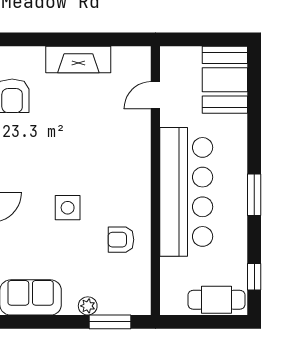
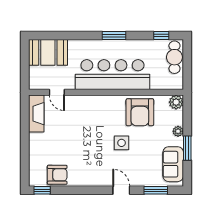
fireplace: (78, 60) -> (36, 114), moved
armchair: (121, 240) -> (140, 112), width x1.88, depth x1.88
plant: (138, 303) -> (176, 102), added
window: (110, 322) -> (187, 148), moved

